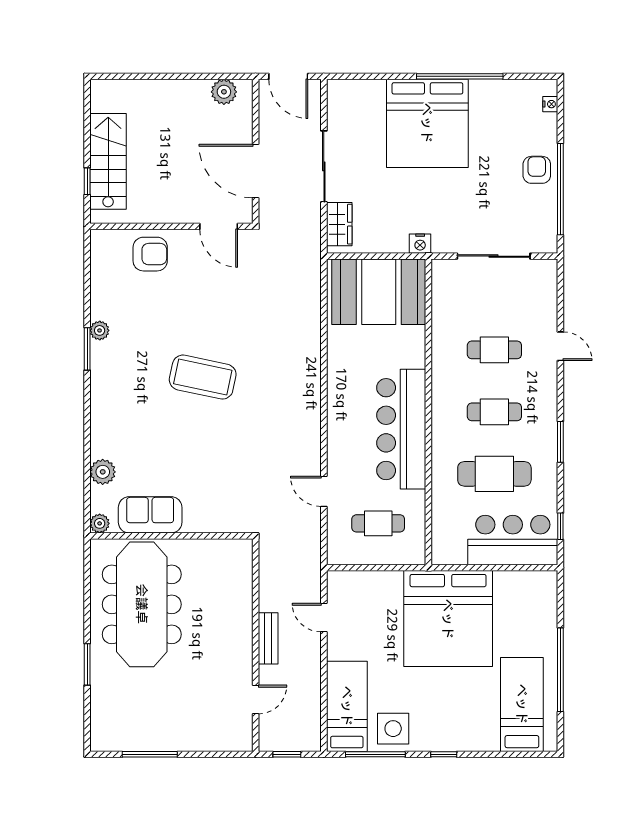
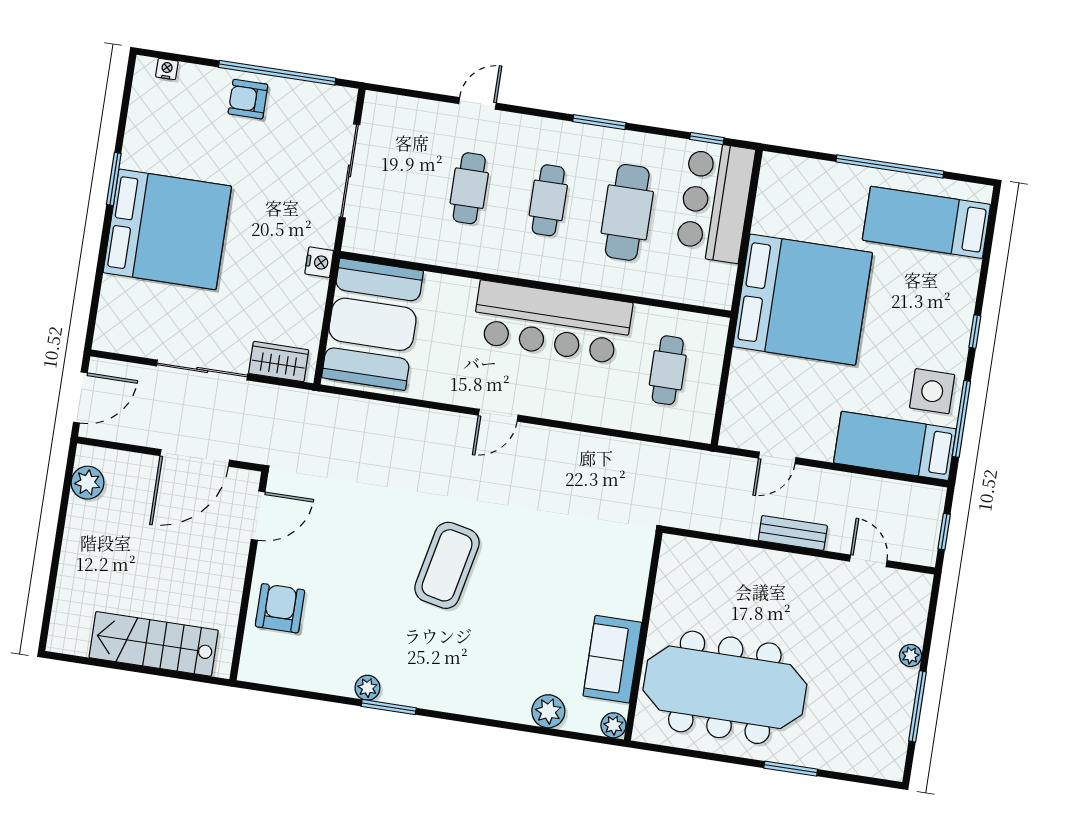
window: (460, 76) -> (114, 179), width x0.47
window: (87, 181) -> (175, 674), removed
door: (324, 491) -> (498, 415), moved
plant: (188, 743) -> (910, 655), added

